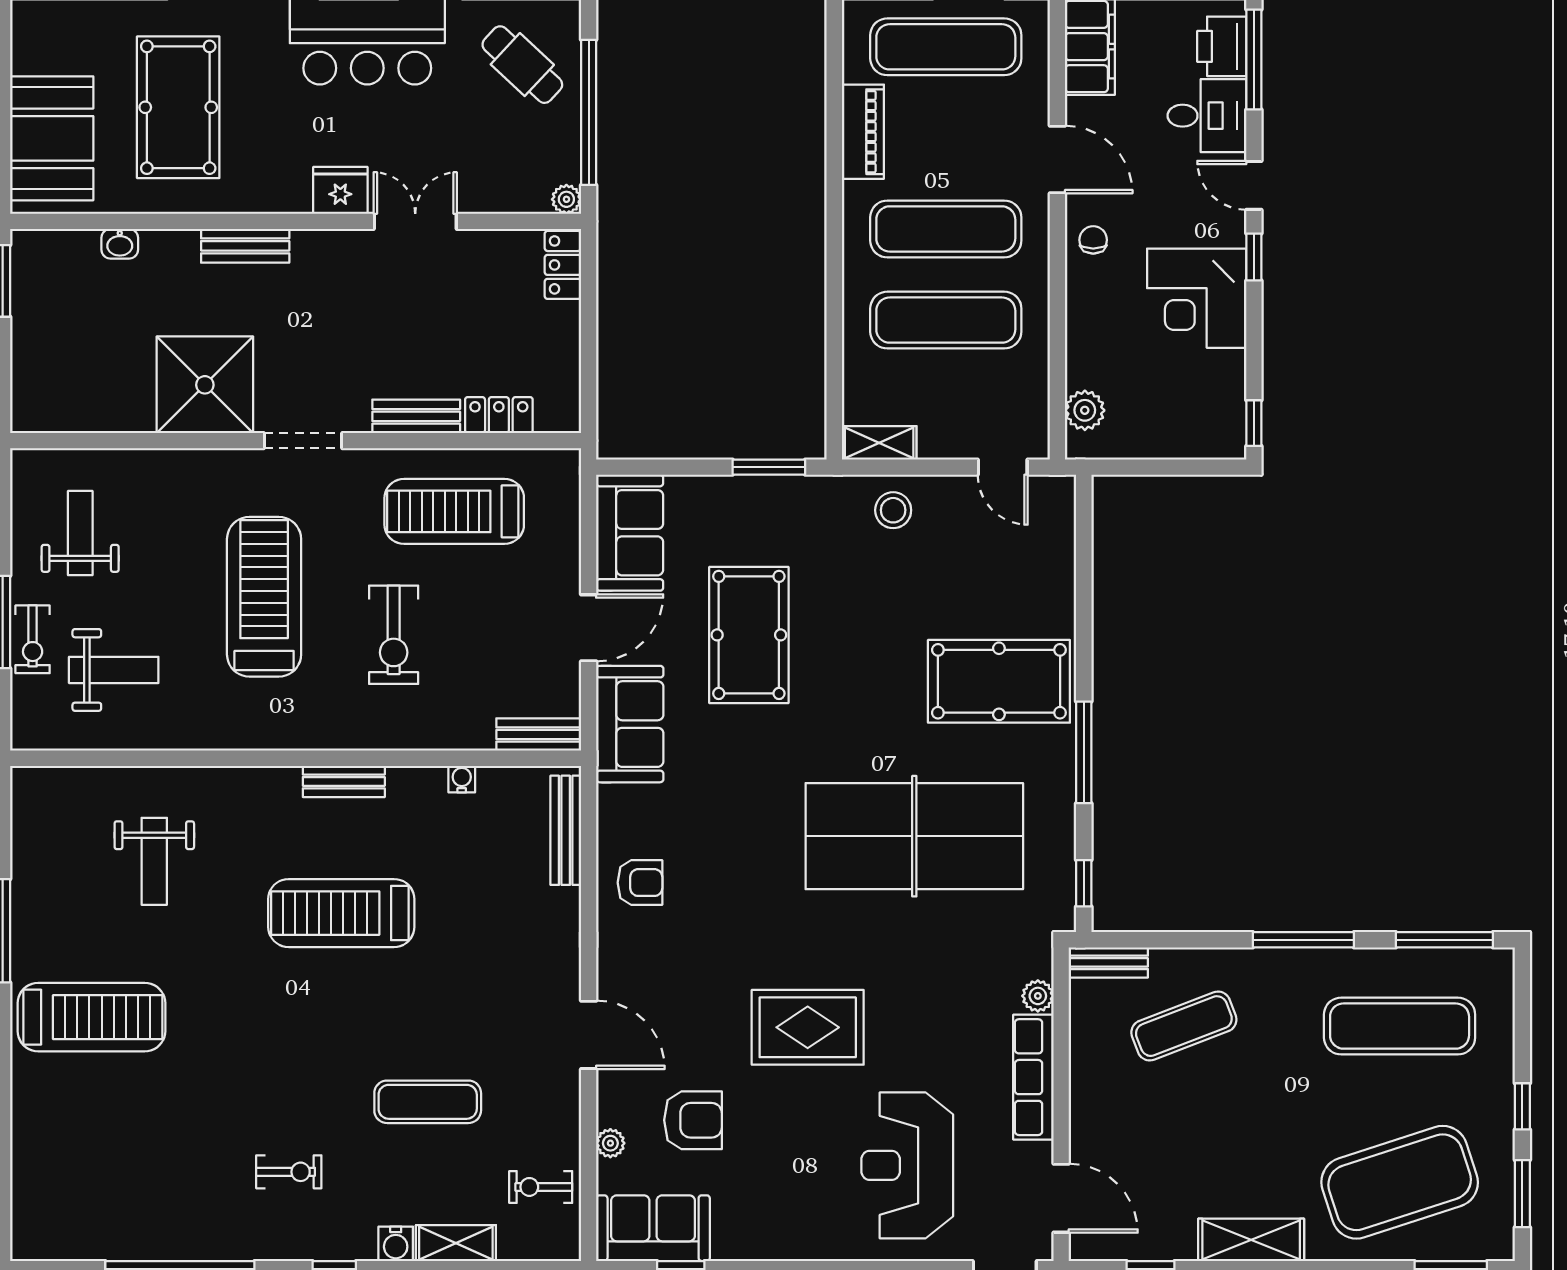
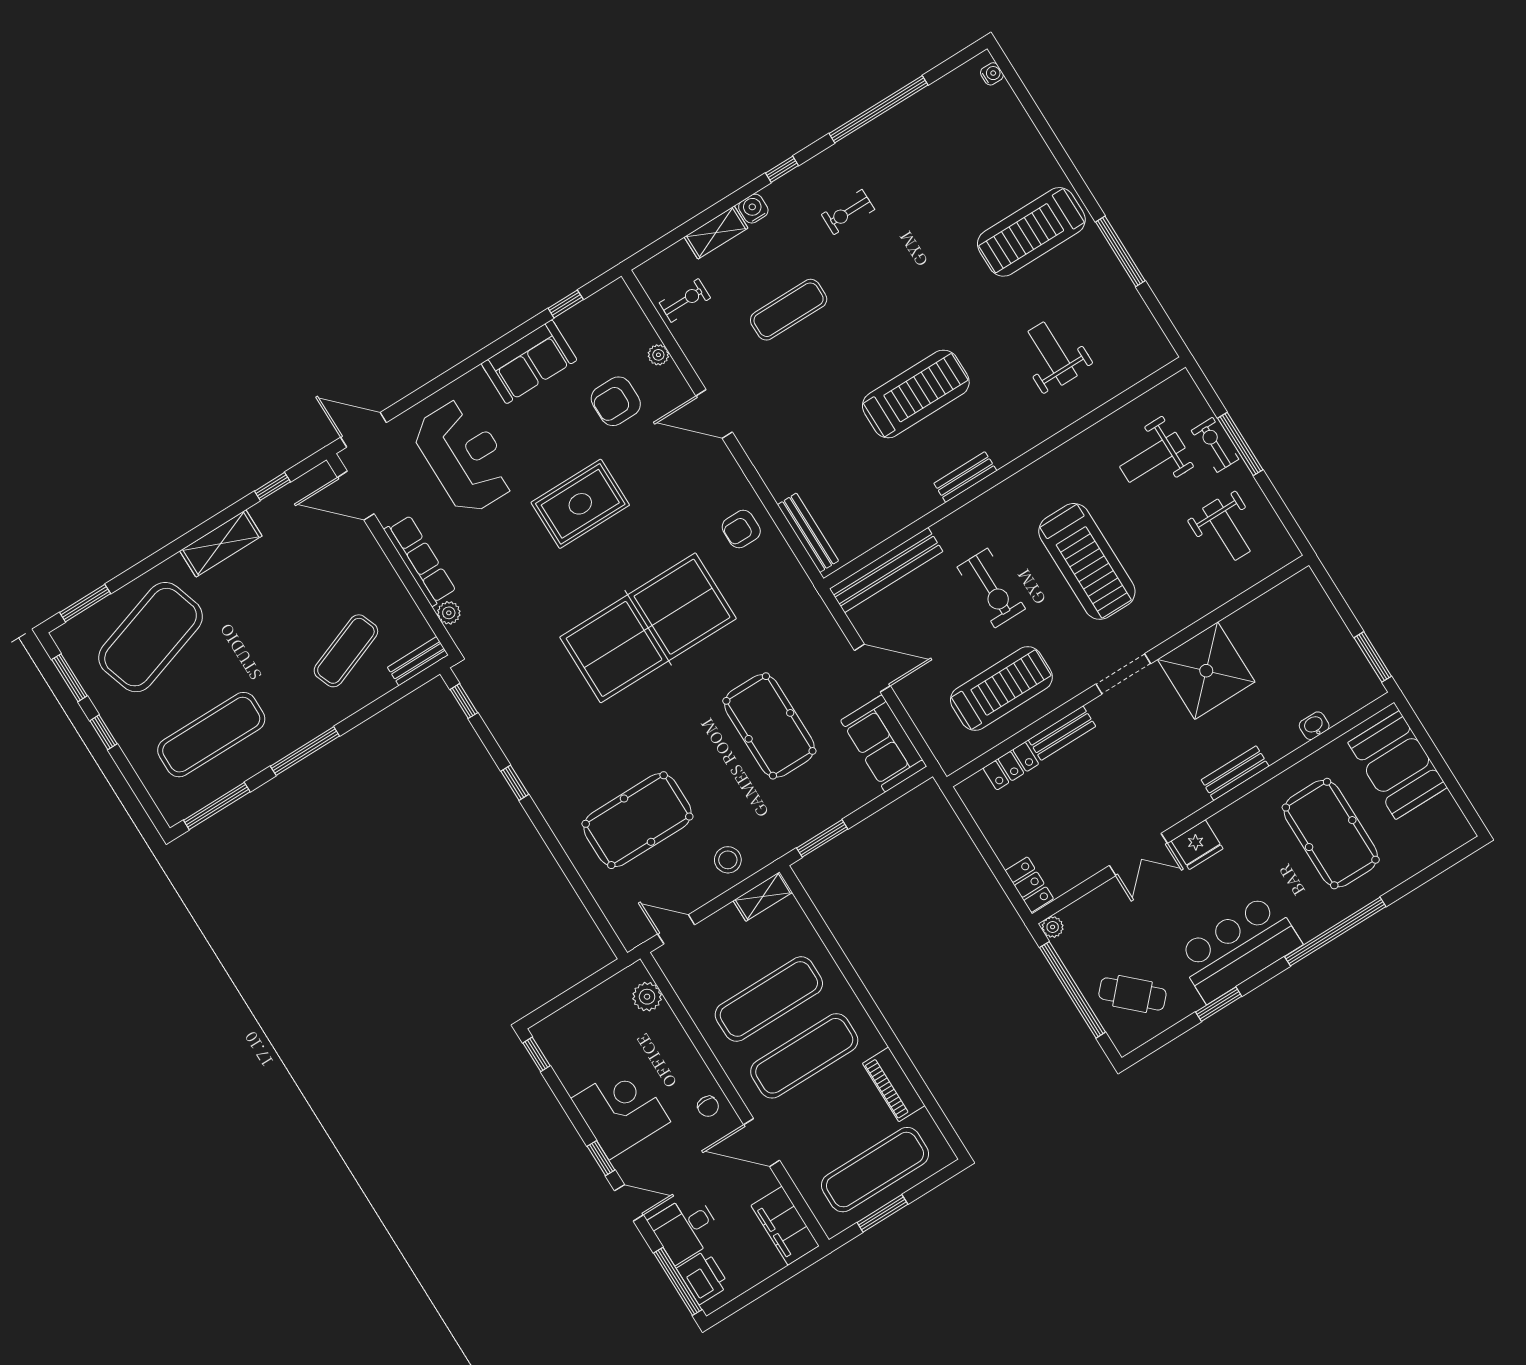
door: (589, 628) -> (872, 668), swing flipped
exercise bike: (394, 635) -> (991, 588), turned 180
pool table: (999, 681) -> (637, 820), moved
sofa: (630, 724) -> (809, 624), removed
bench: (539, 735) -> (886, 570), width x1.86, depth x1.21
window: (1084, 752) -> (515, 783), width x0.46
water cooler: (462, 779) -> (992, 74), moved, turned -90
table tennis table: (914, 836) -> (648, 628), moved
sofa: (653, 1228) -> (529, 362), moved

